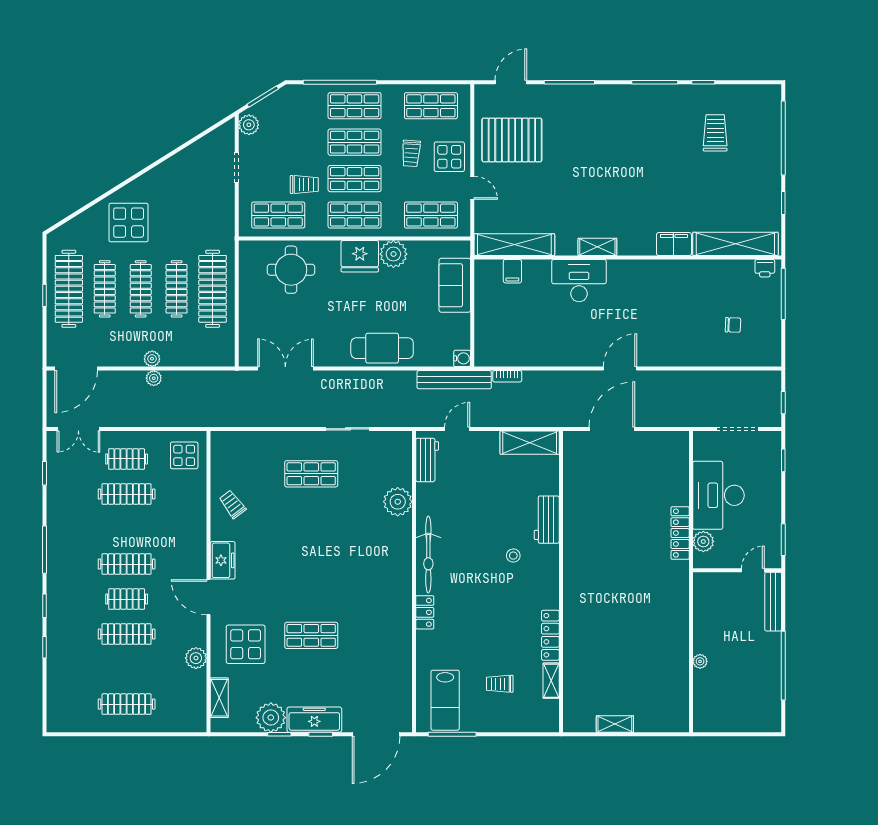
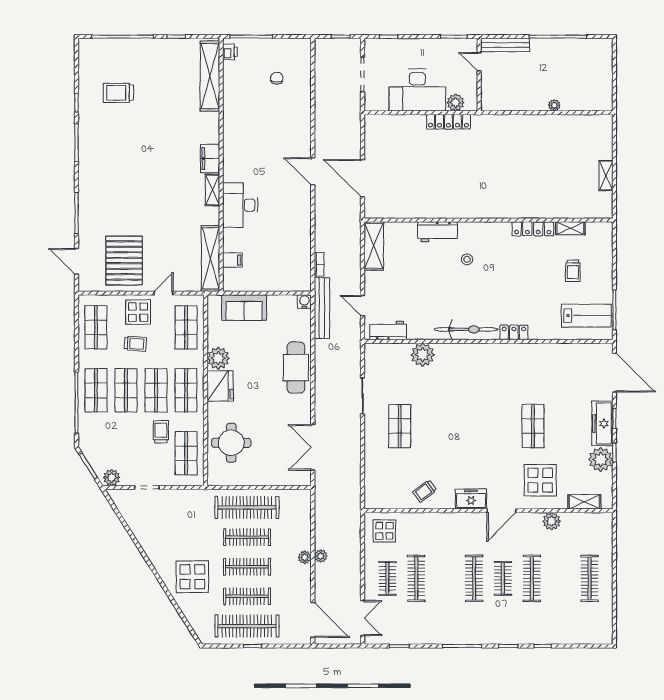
filing cabinet: (674, 244) -> (210, 159), moved

